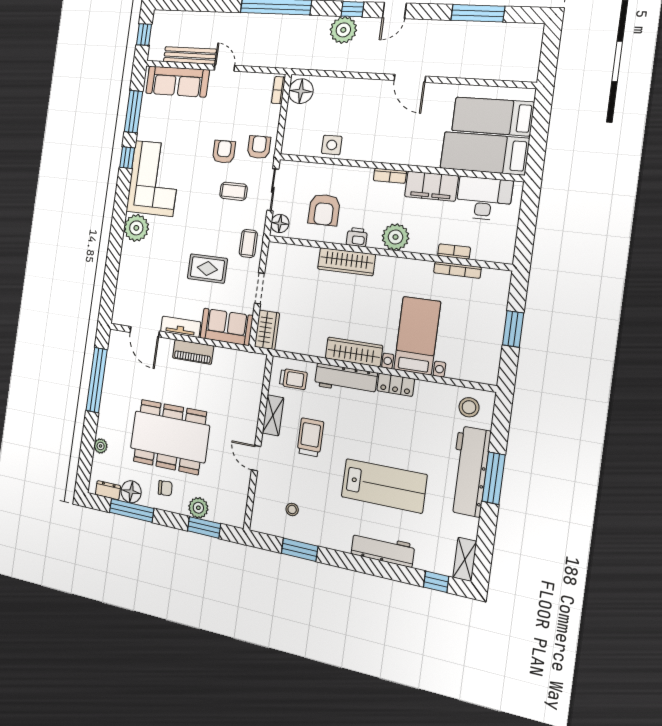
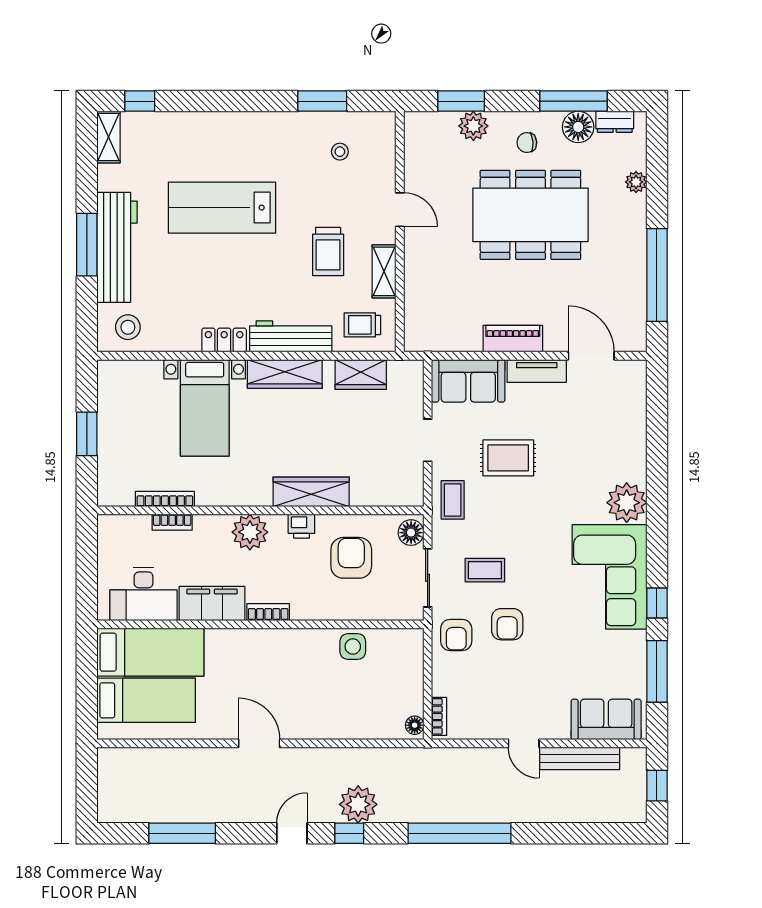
sofa: (177, 82) -> (606, 719), width x0.73
floor lamp: (301, 91) -> (415, 725), width x0.53, depth x0.53
wardrobe: (267, 330) -> (361, 374), moved, turned -90
workbench: (383, 549) -> (213, 126), removed

